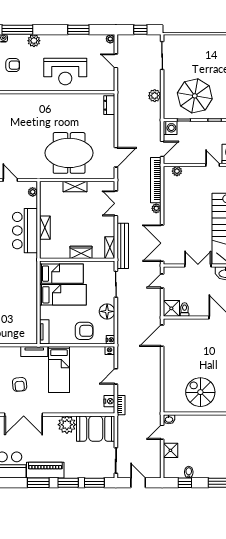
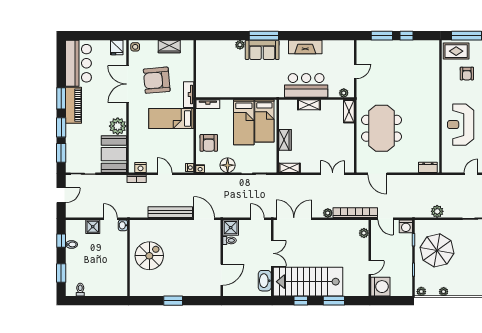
shelving: (75, 187) -> (349, 111), moved
bench: (123, 246) -> (170, 212), moved
armchair: (20, 384) -> (157, 80), width x1.88, depth x1.88

